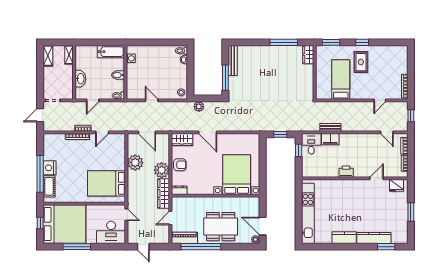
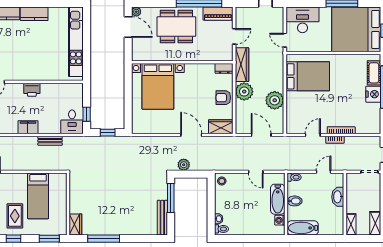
bathtub: (133, 77) -> (278, 199), added
plant: (199, 107) -> (184, 165), moved
filing cabinet: (330, 139) -> (28, 127), moved

